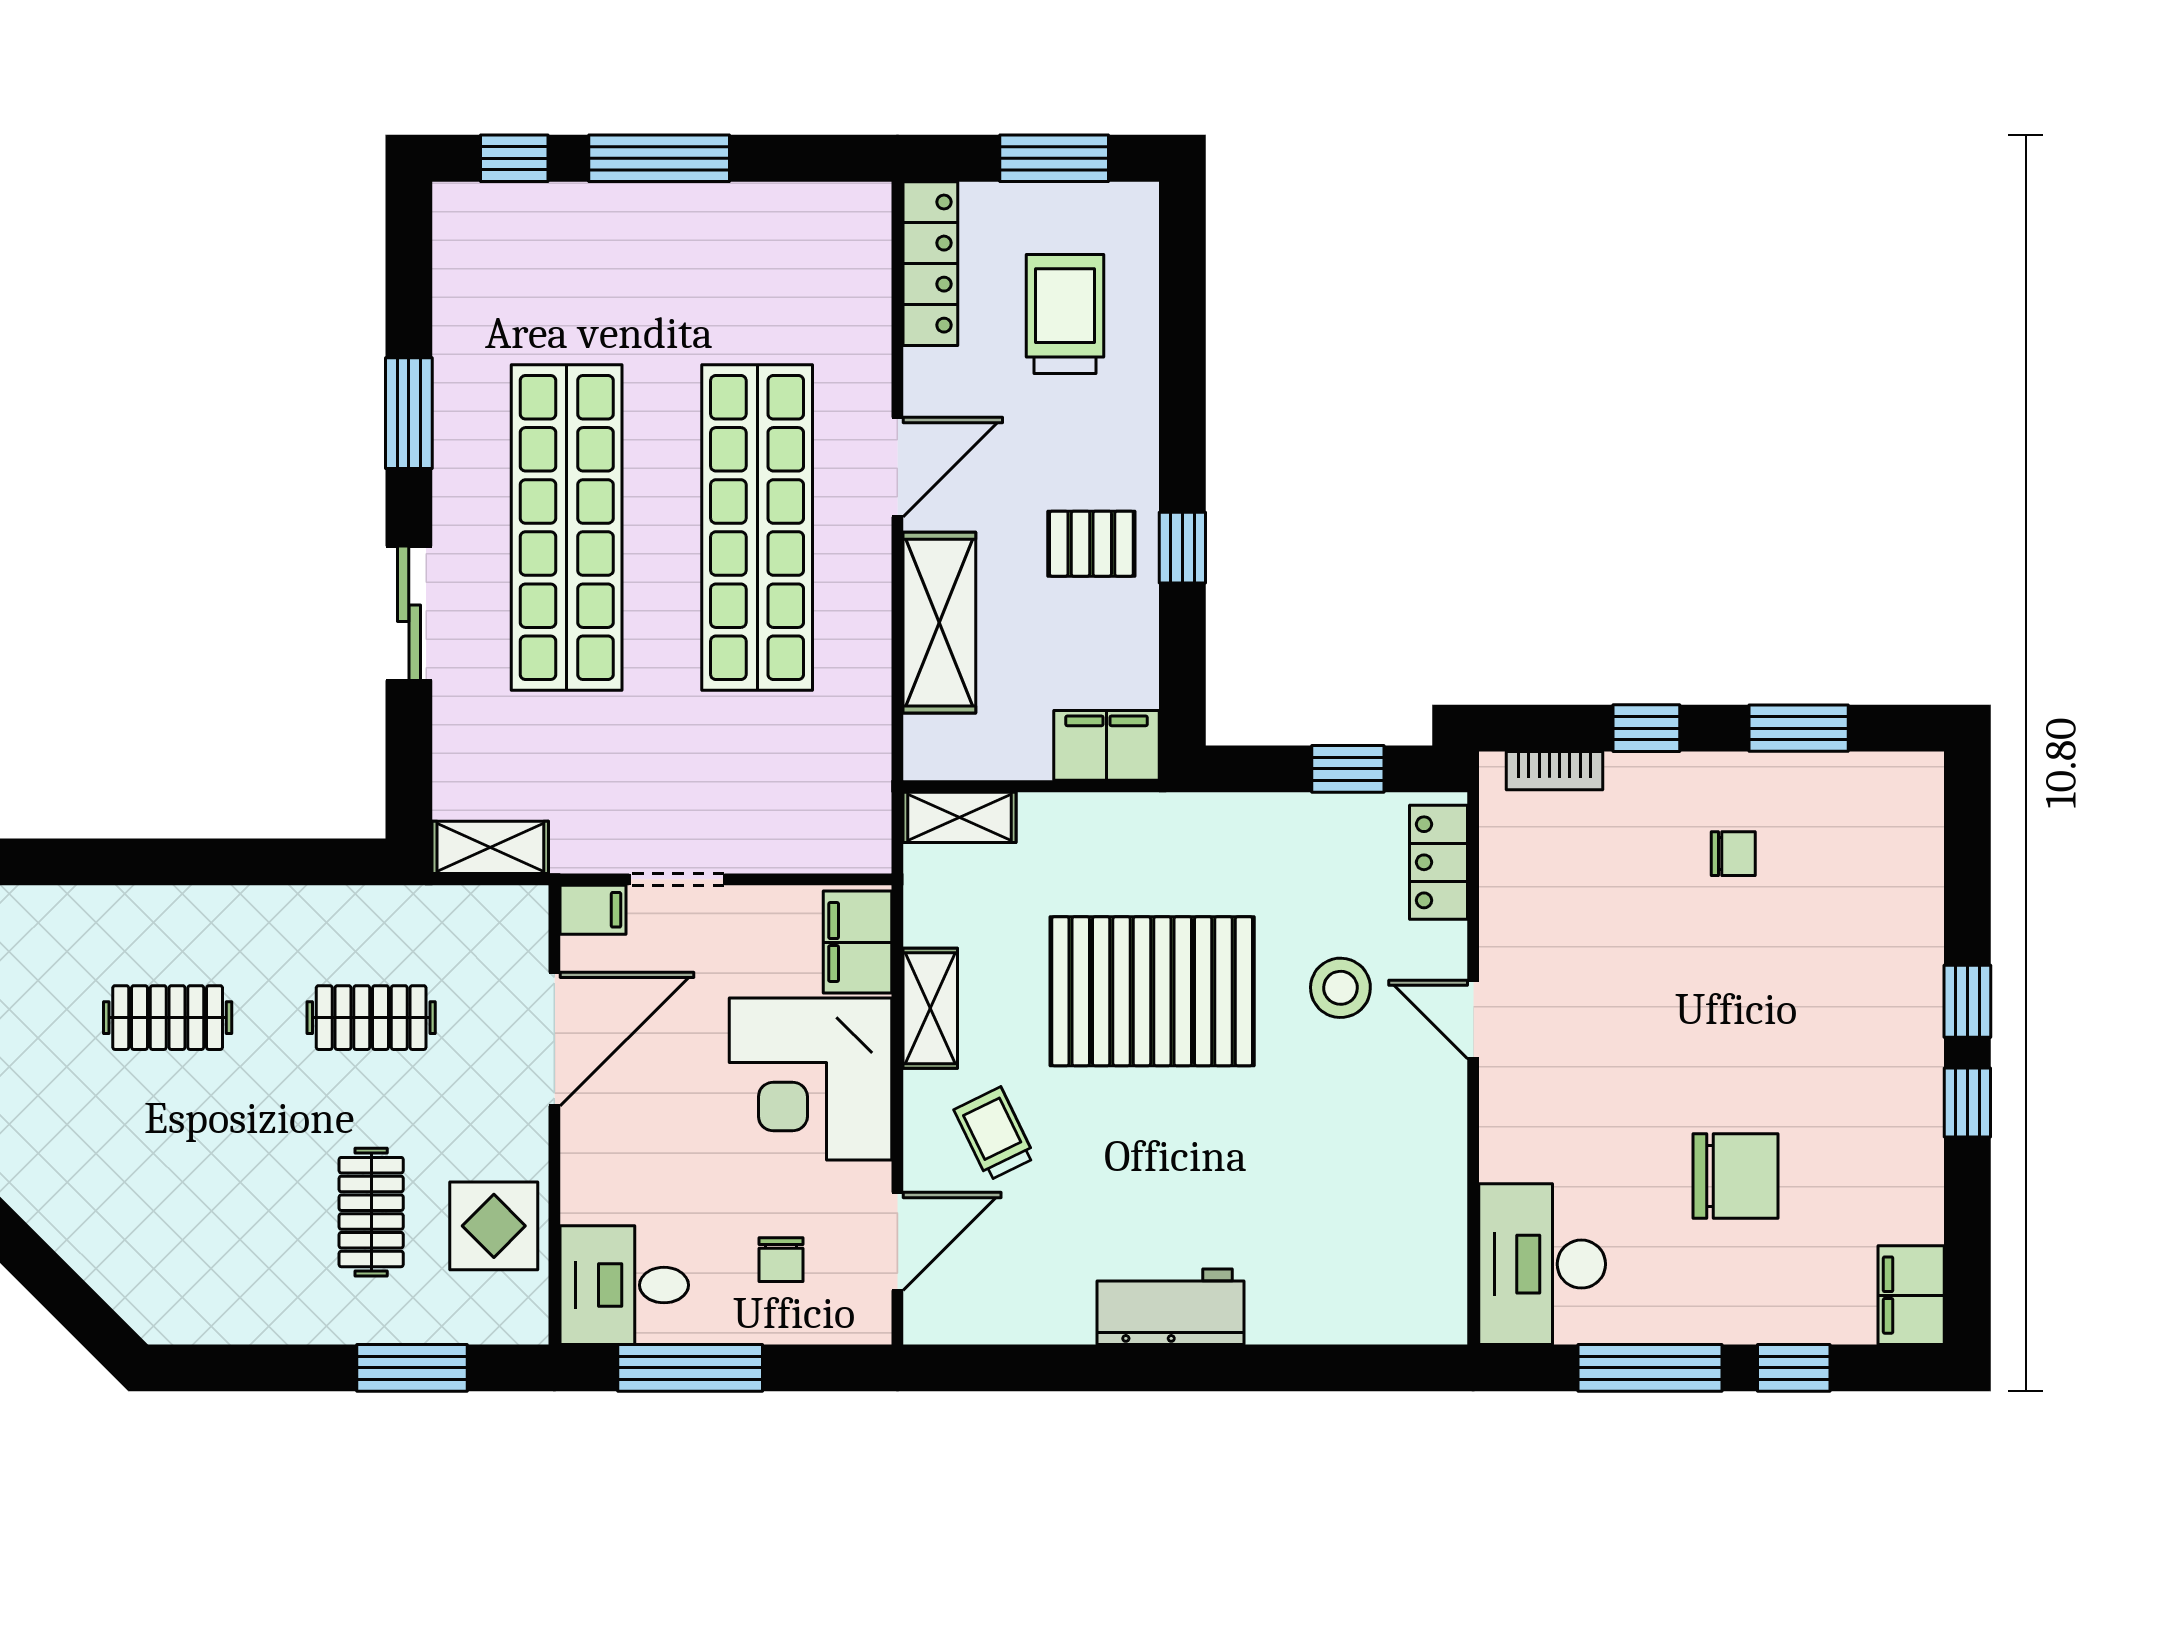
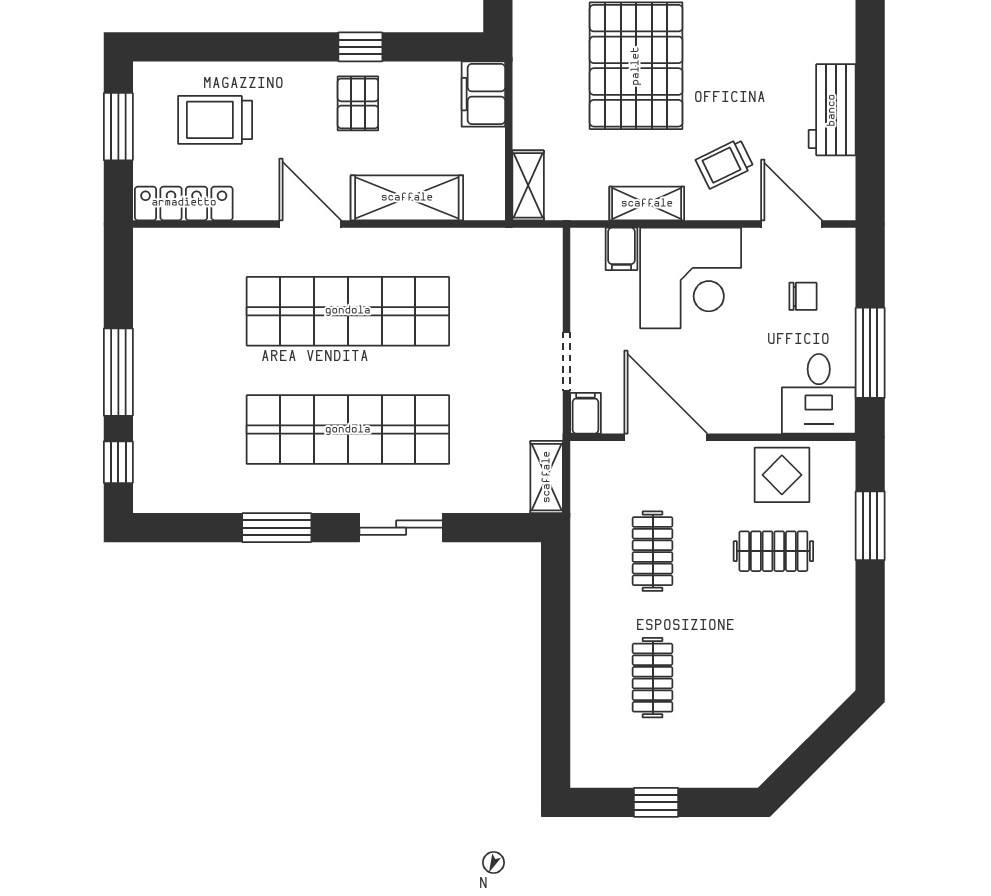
filing cabinet: (857, 942) -> (621, 249), width x0.50
workbench: (1171, 1307) -> (832, 110), moved

